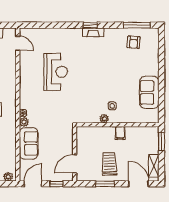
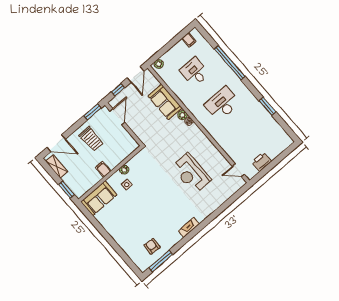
window: (90, 25) -> (196, 231), removed
sofa: (149, 93) -> (99, 198), moved, turned 90
window: (105, 184) -> (92, 112), moved

